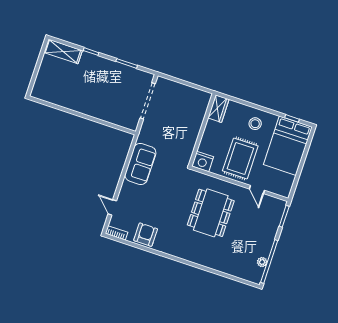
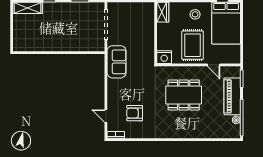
sofa: (140, 164) -> (117, 62), moved
dining table: (211, 213) -> (184, 95), turned 90
piano: (267, 233) -> (232, 96), added
armchair: (146, 235) -> (135, 113), moved, turned -90

